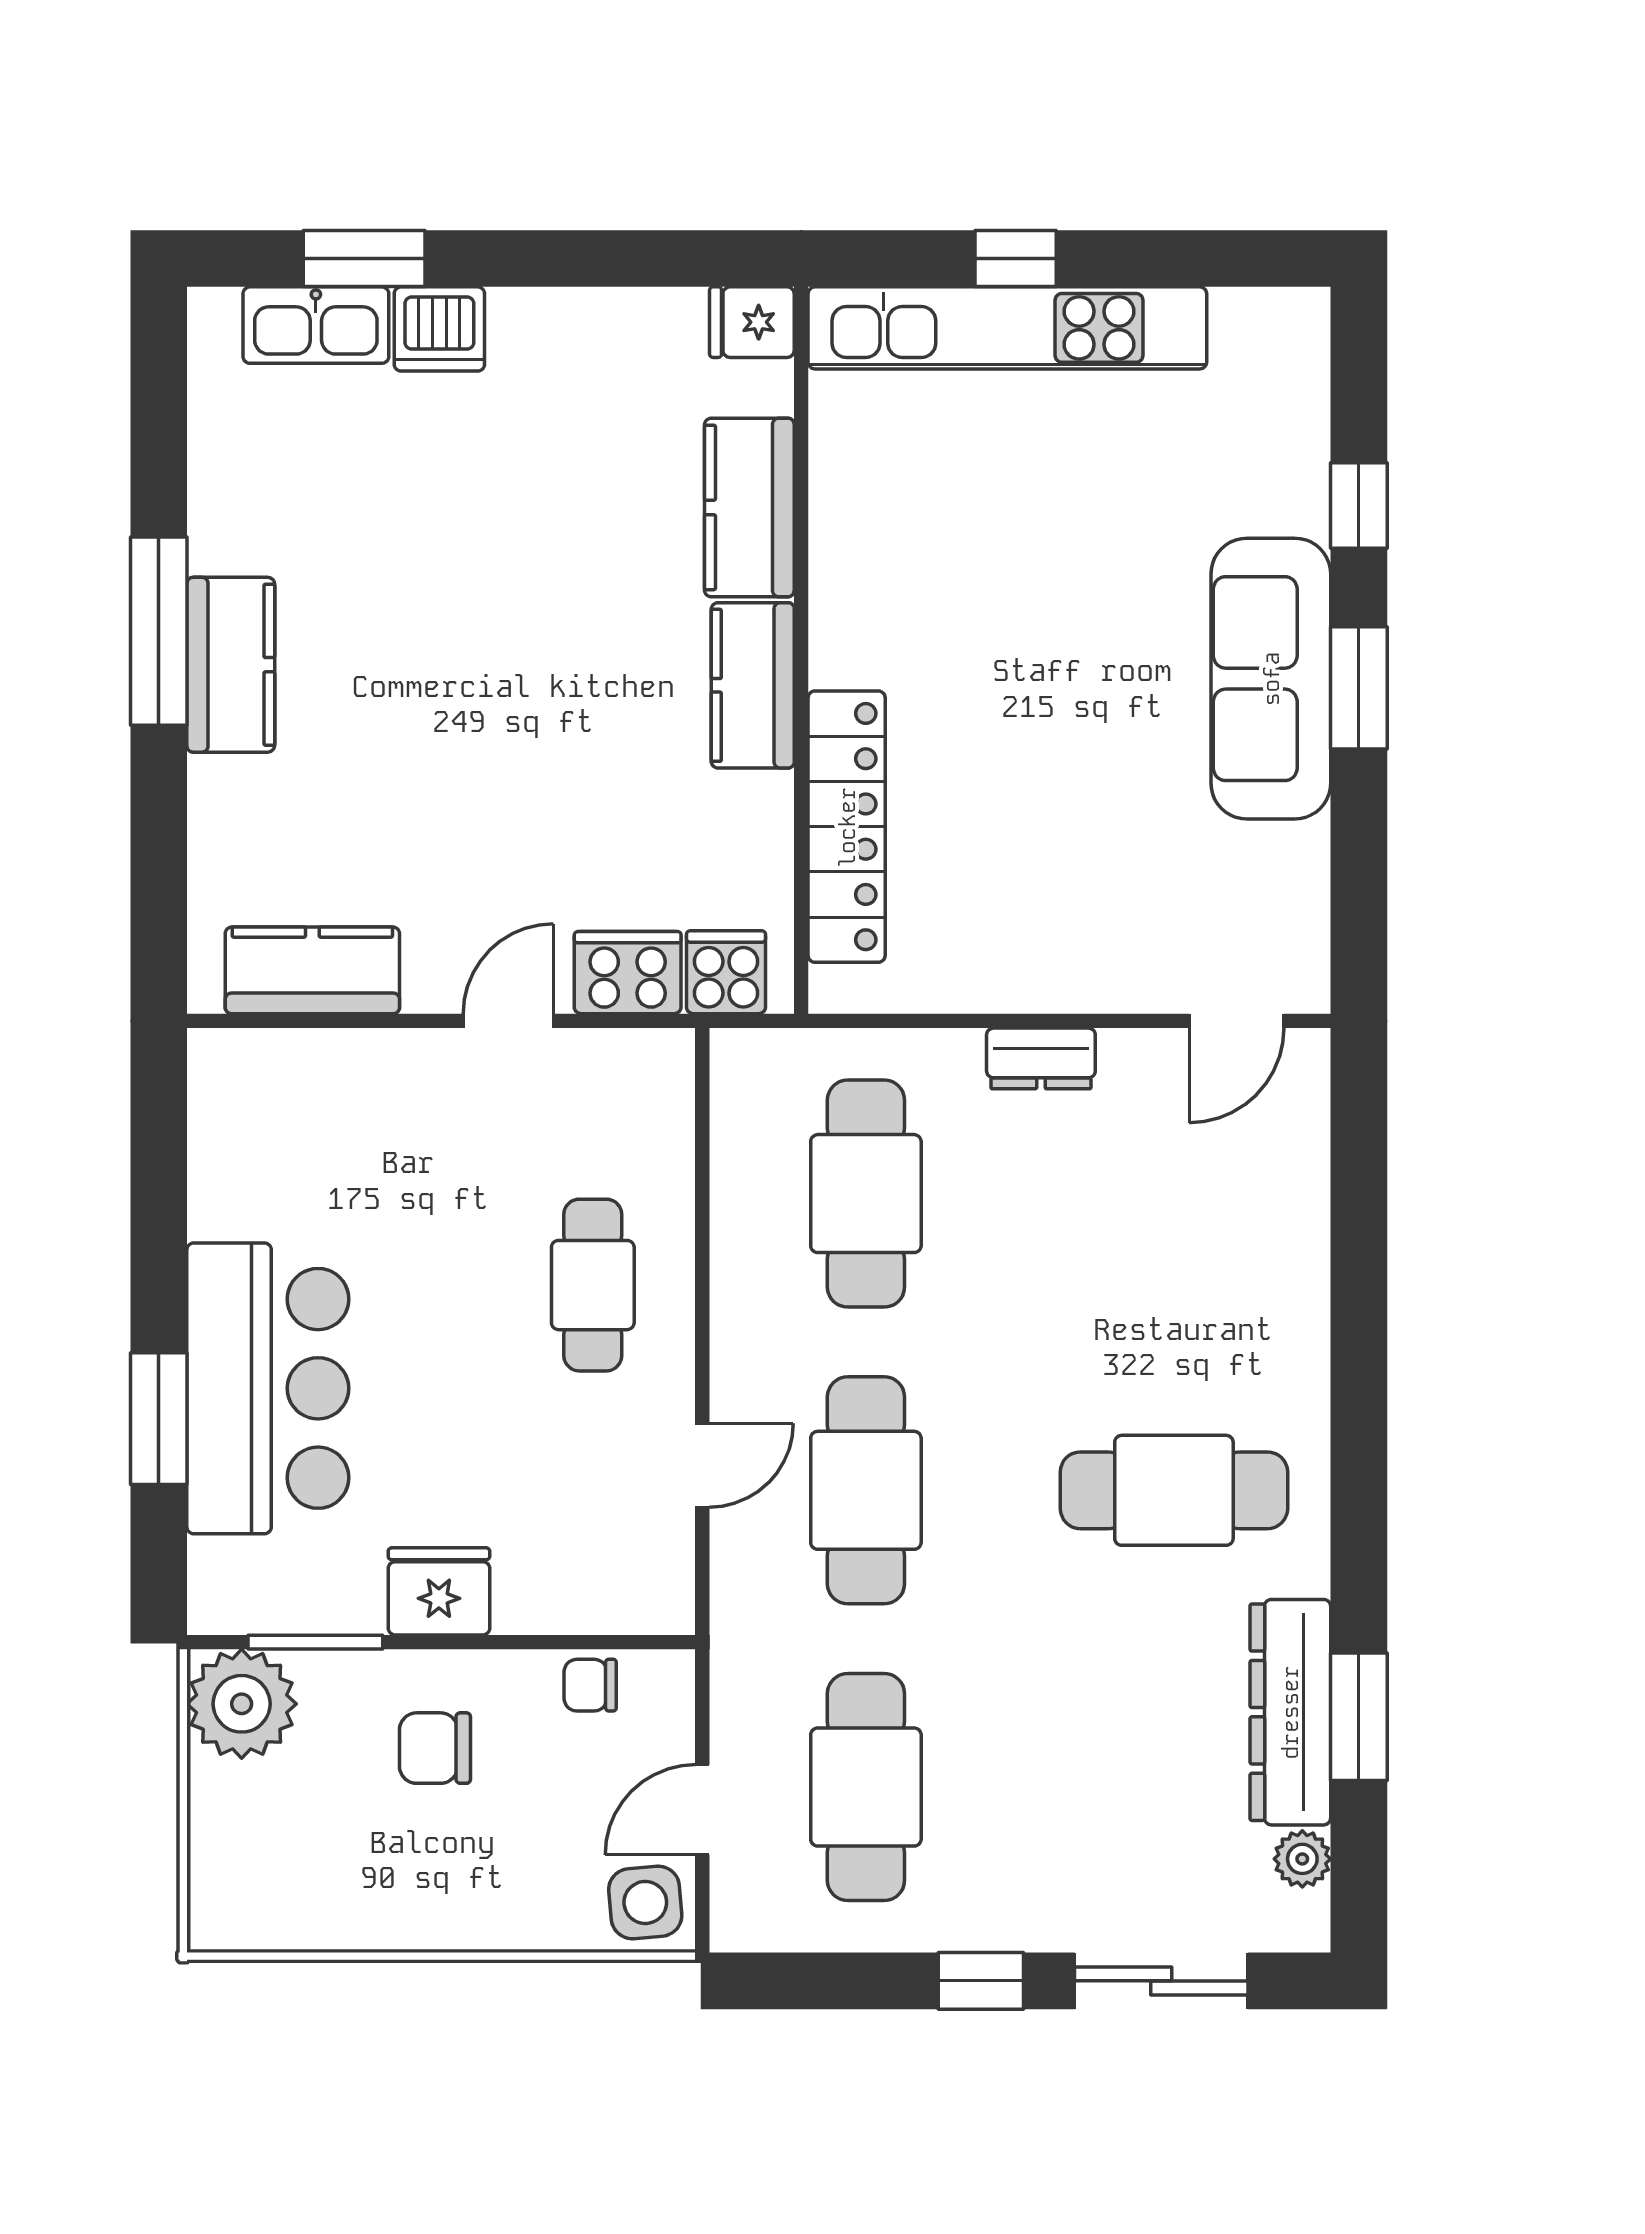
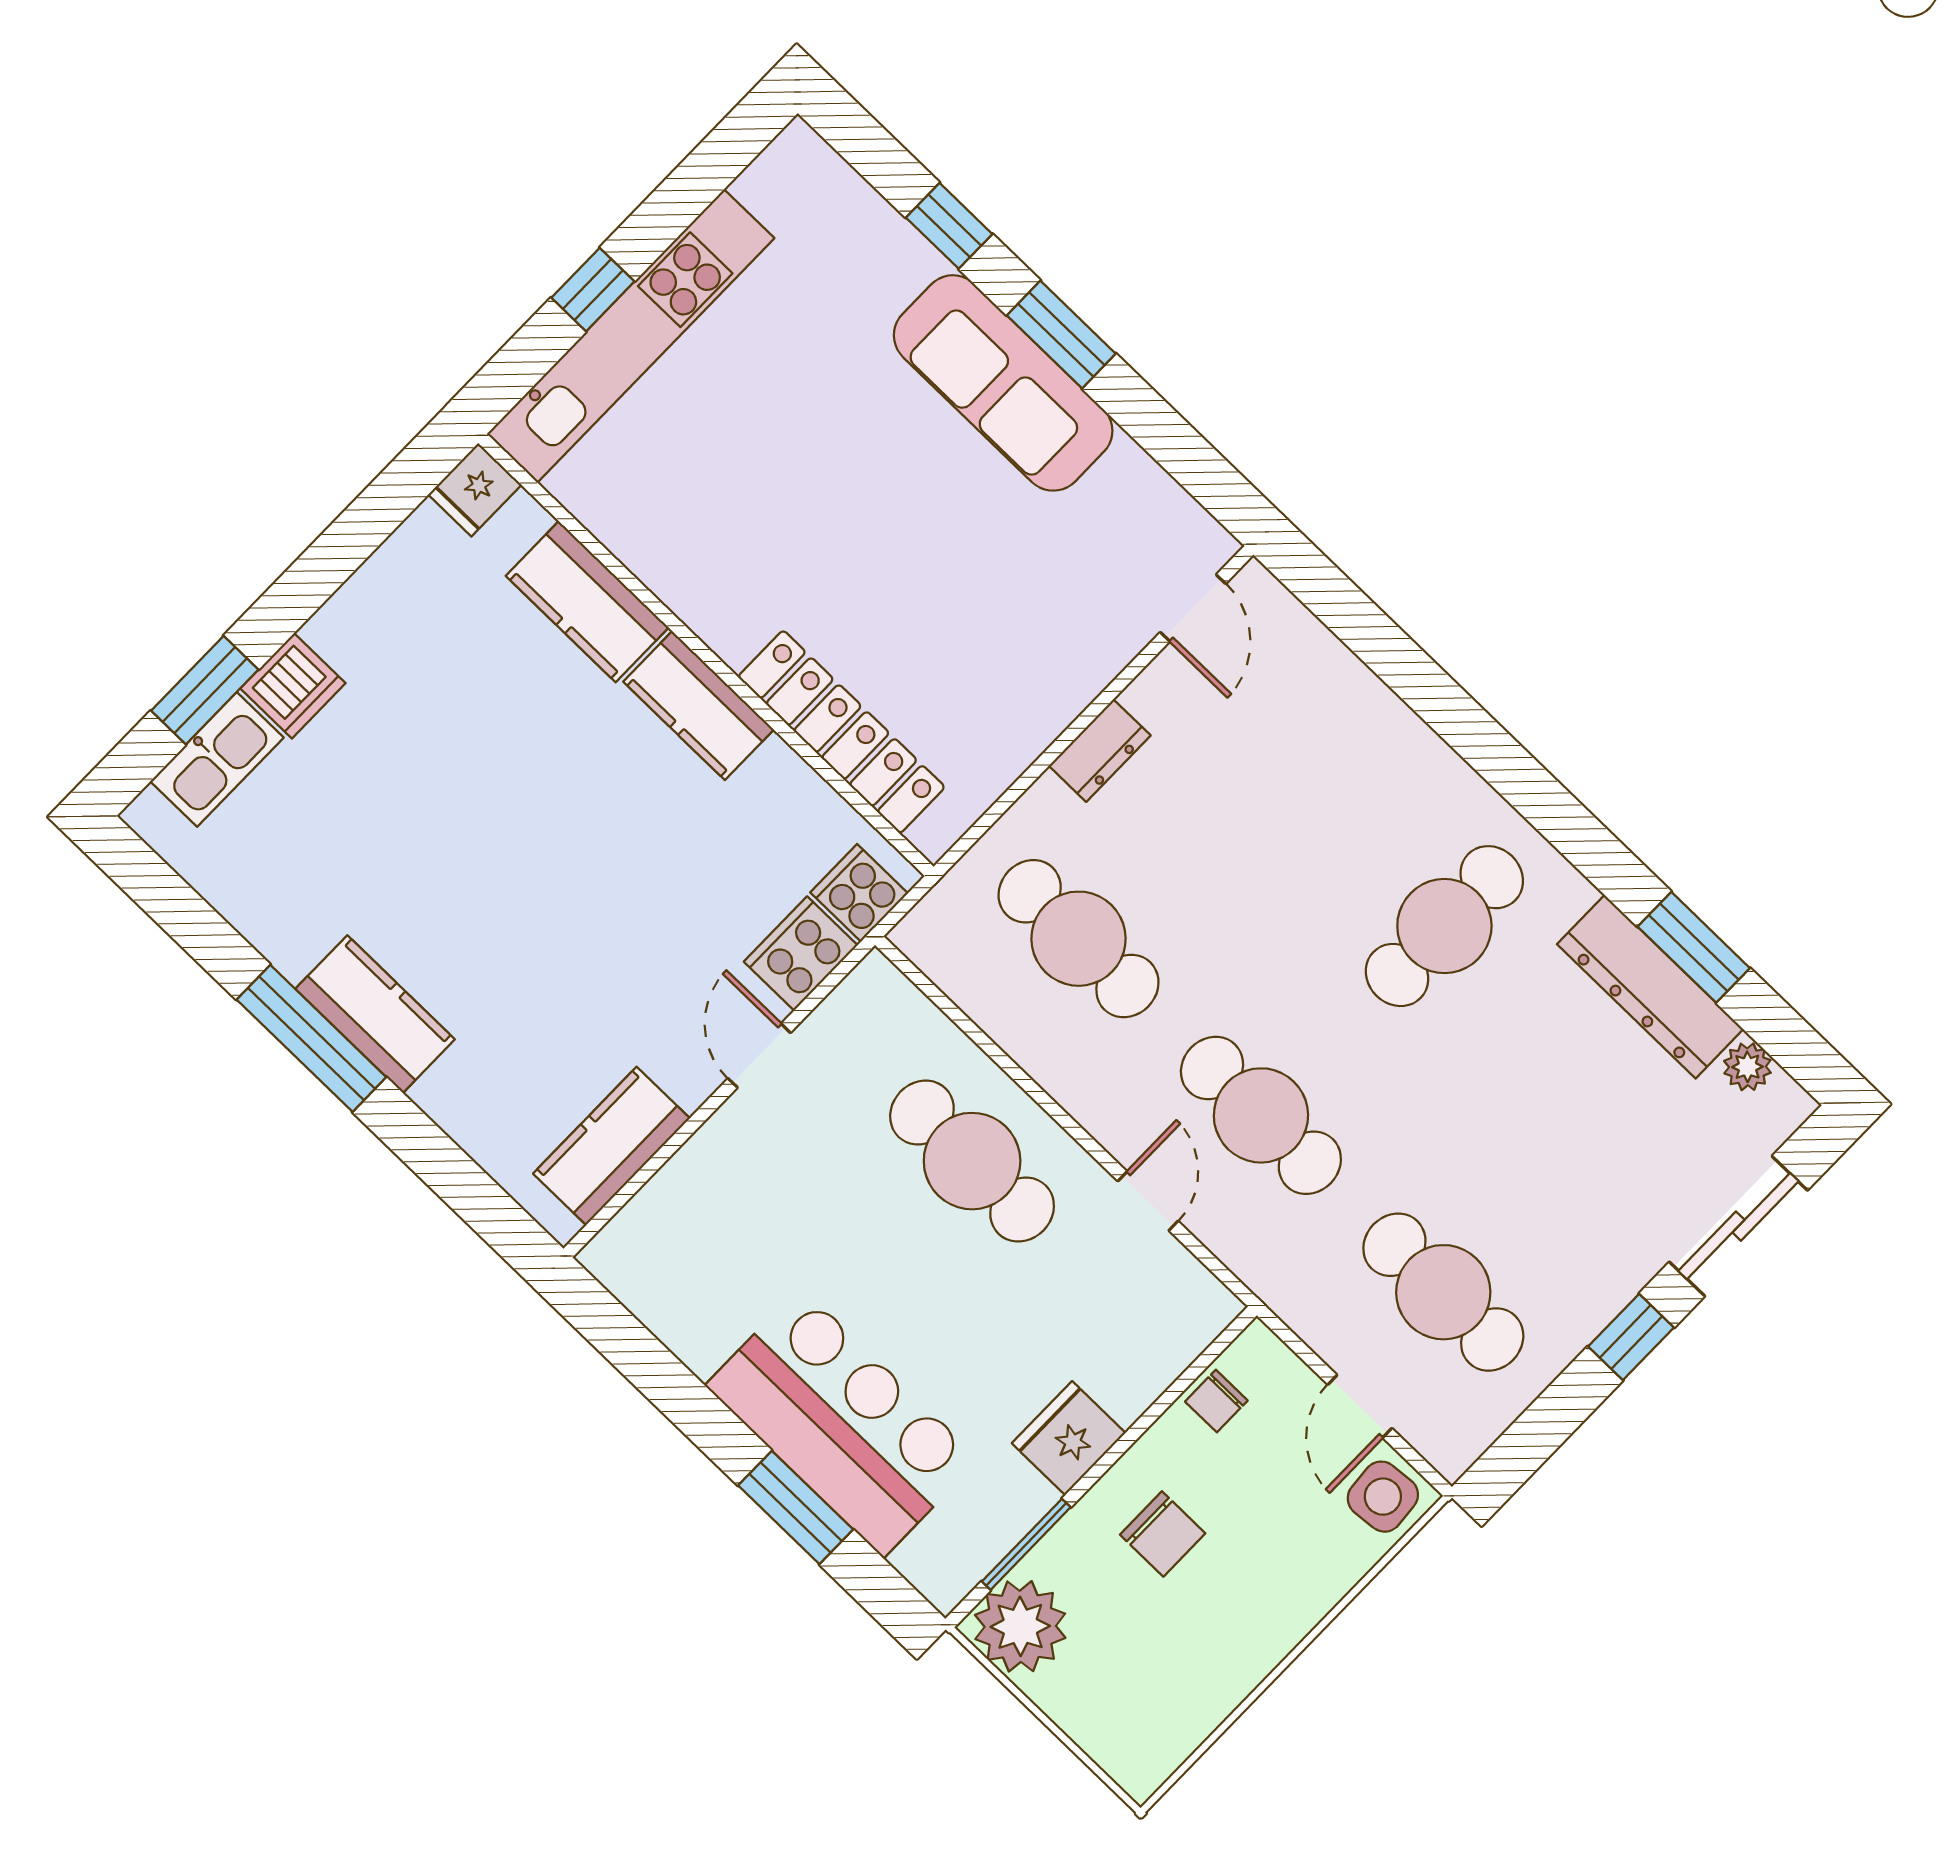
cafe table: (593, 1285) -> (972, 1161), width x1.37, depth x1.35
chair: (435, 1748) -> (1163, 1534), turned -90

